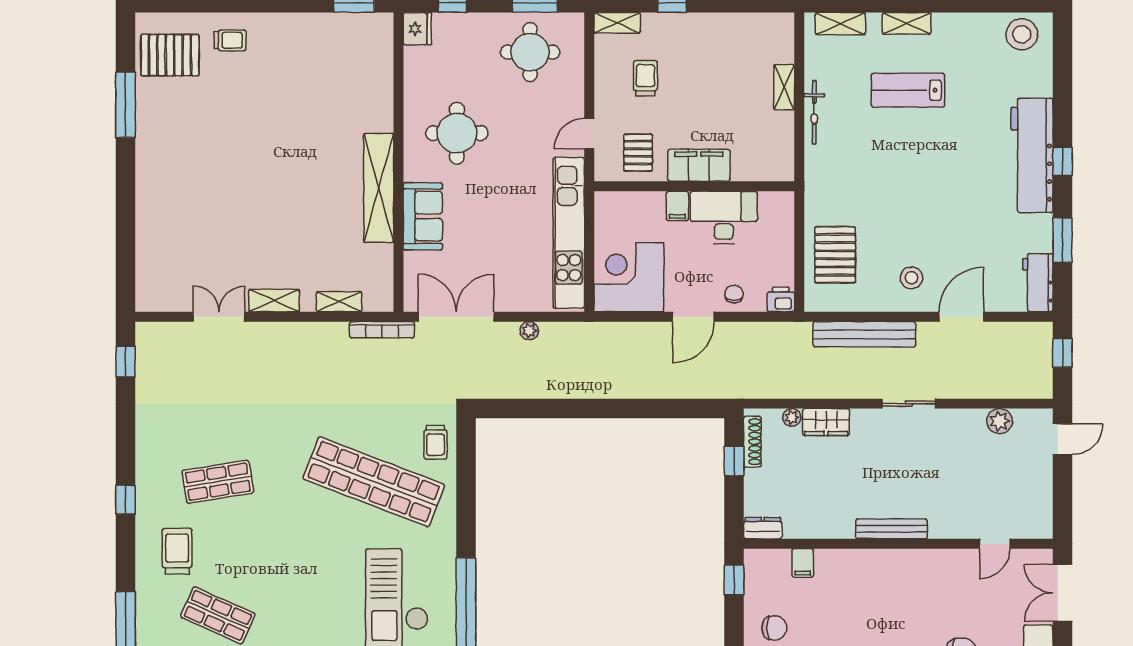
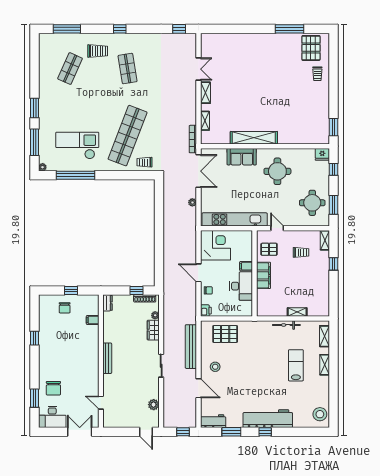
window: (734, 580) -> (71, 291), moved

